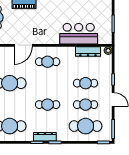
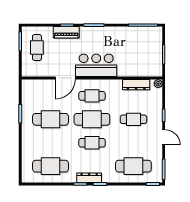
bar counter: (79, 34) -> (96, 65), moved
cafe table: (86, 105) -> (92, 119), moved, width x1.37, depth x1.35

